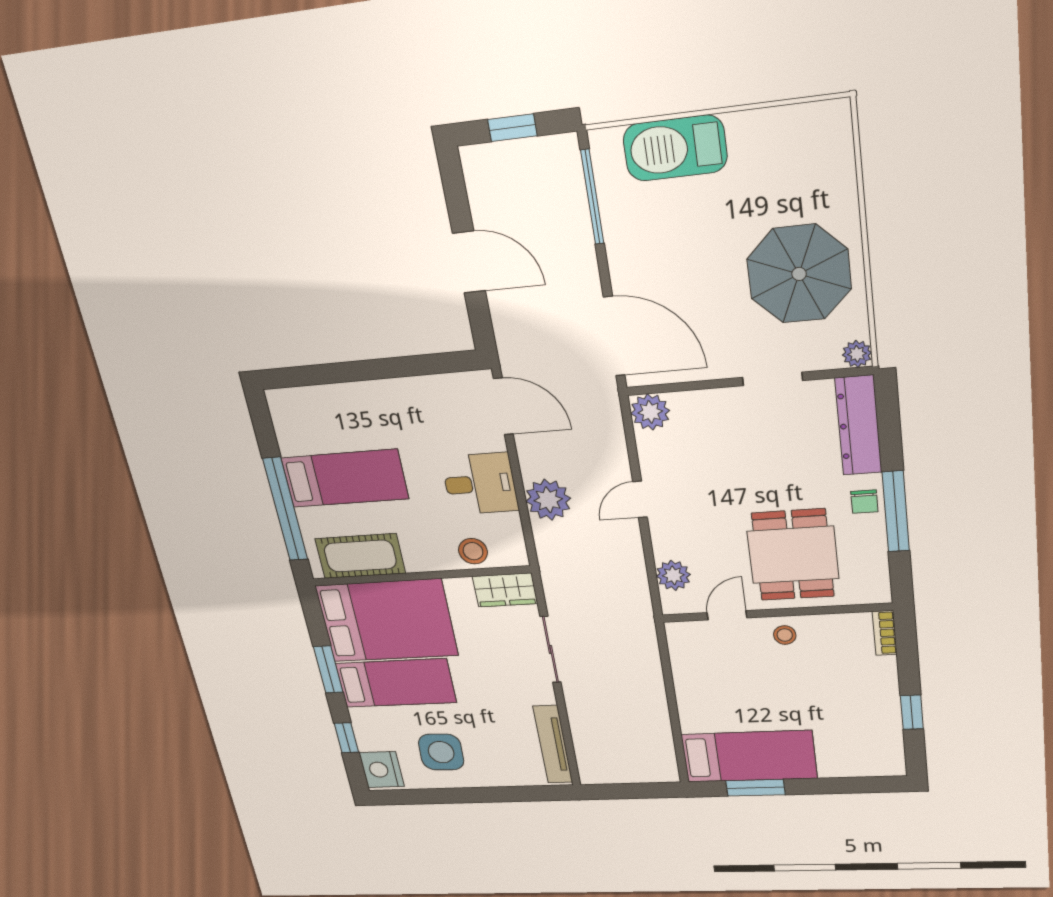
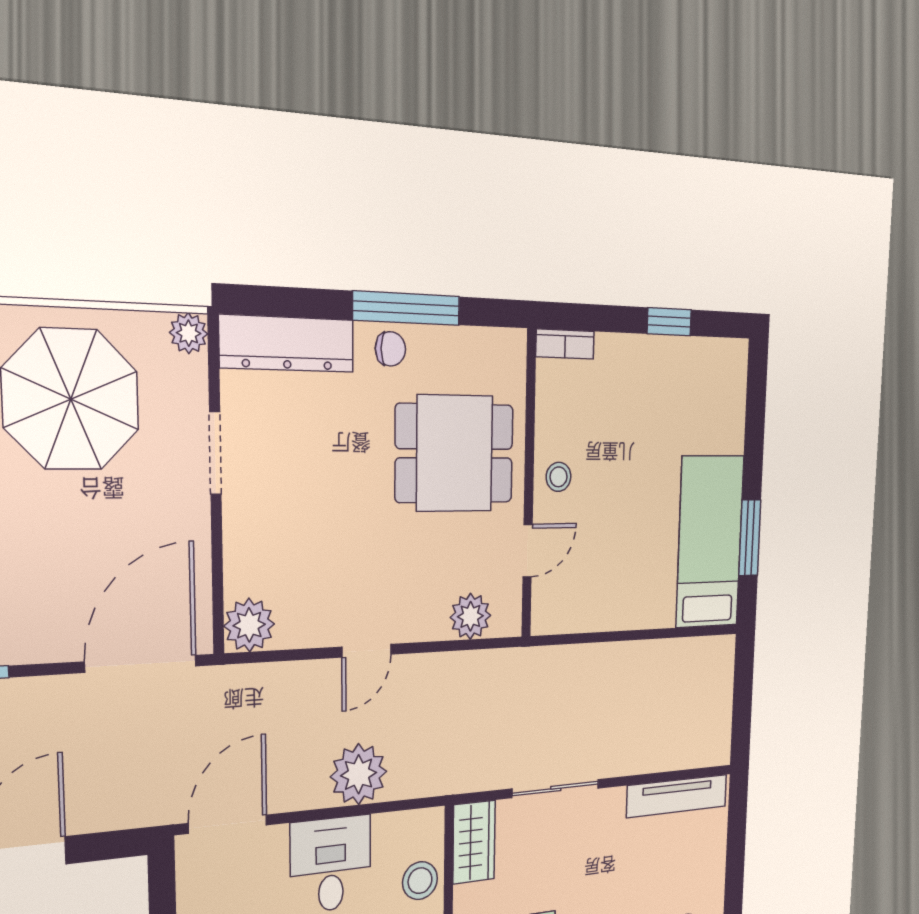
door: (640, 499) -> (367, 651), hinge flipped
door: (727, 615) -> (528, 551), swing flipped

